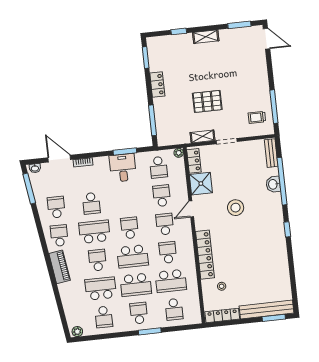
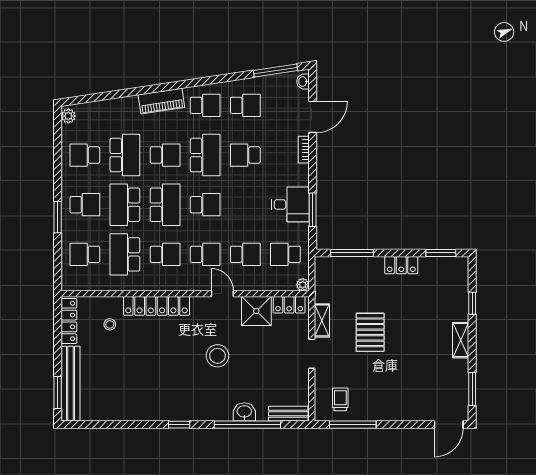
school desk: (133, 256) -> (165, 205), turned 180

